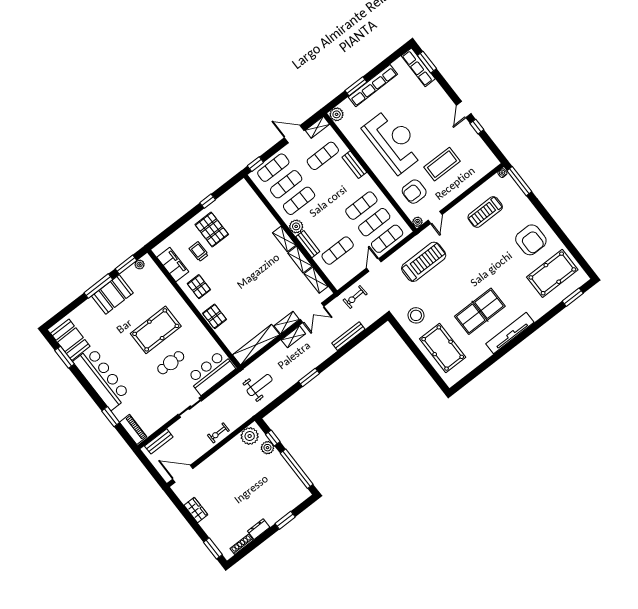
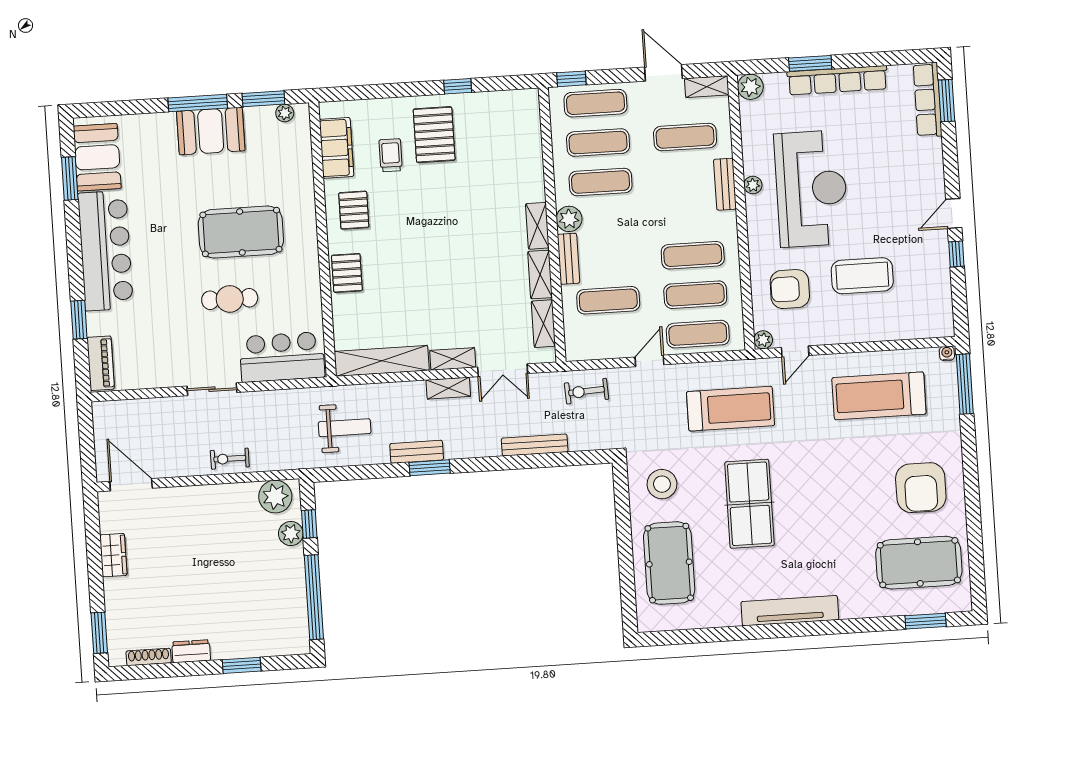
plant: (367, 157) -> (753, 185), added
treadmill: (485, 212) -> (879, 396), width x1.37, depth x1.38
table tennis table: (480, 311) -> (749, 504), moved, turned 90
bench: (159, 441) -> (417, 452), moved

